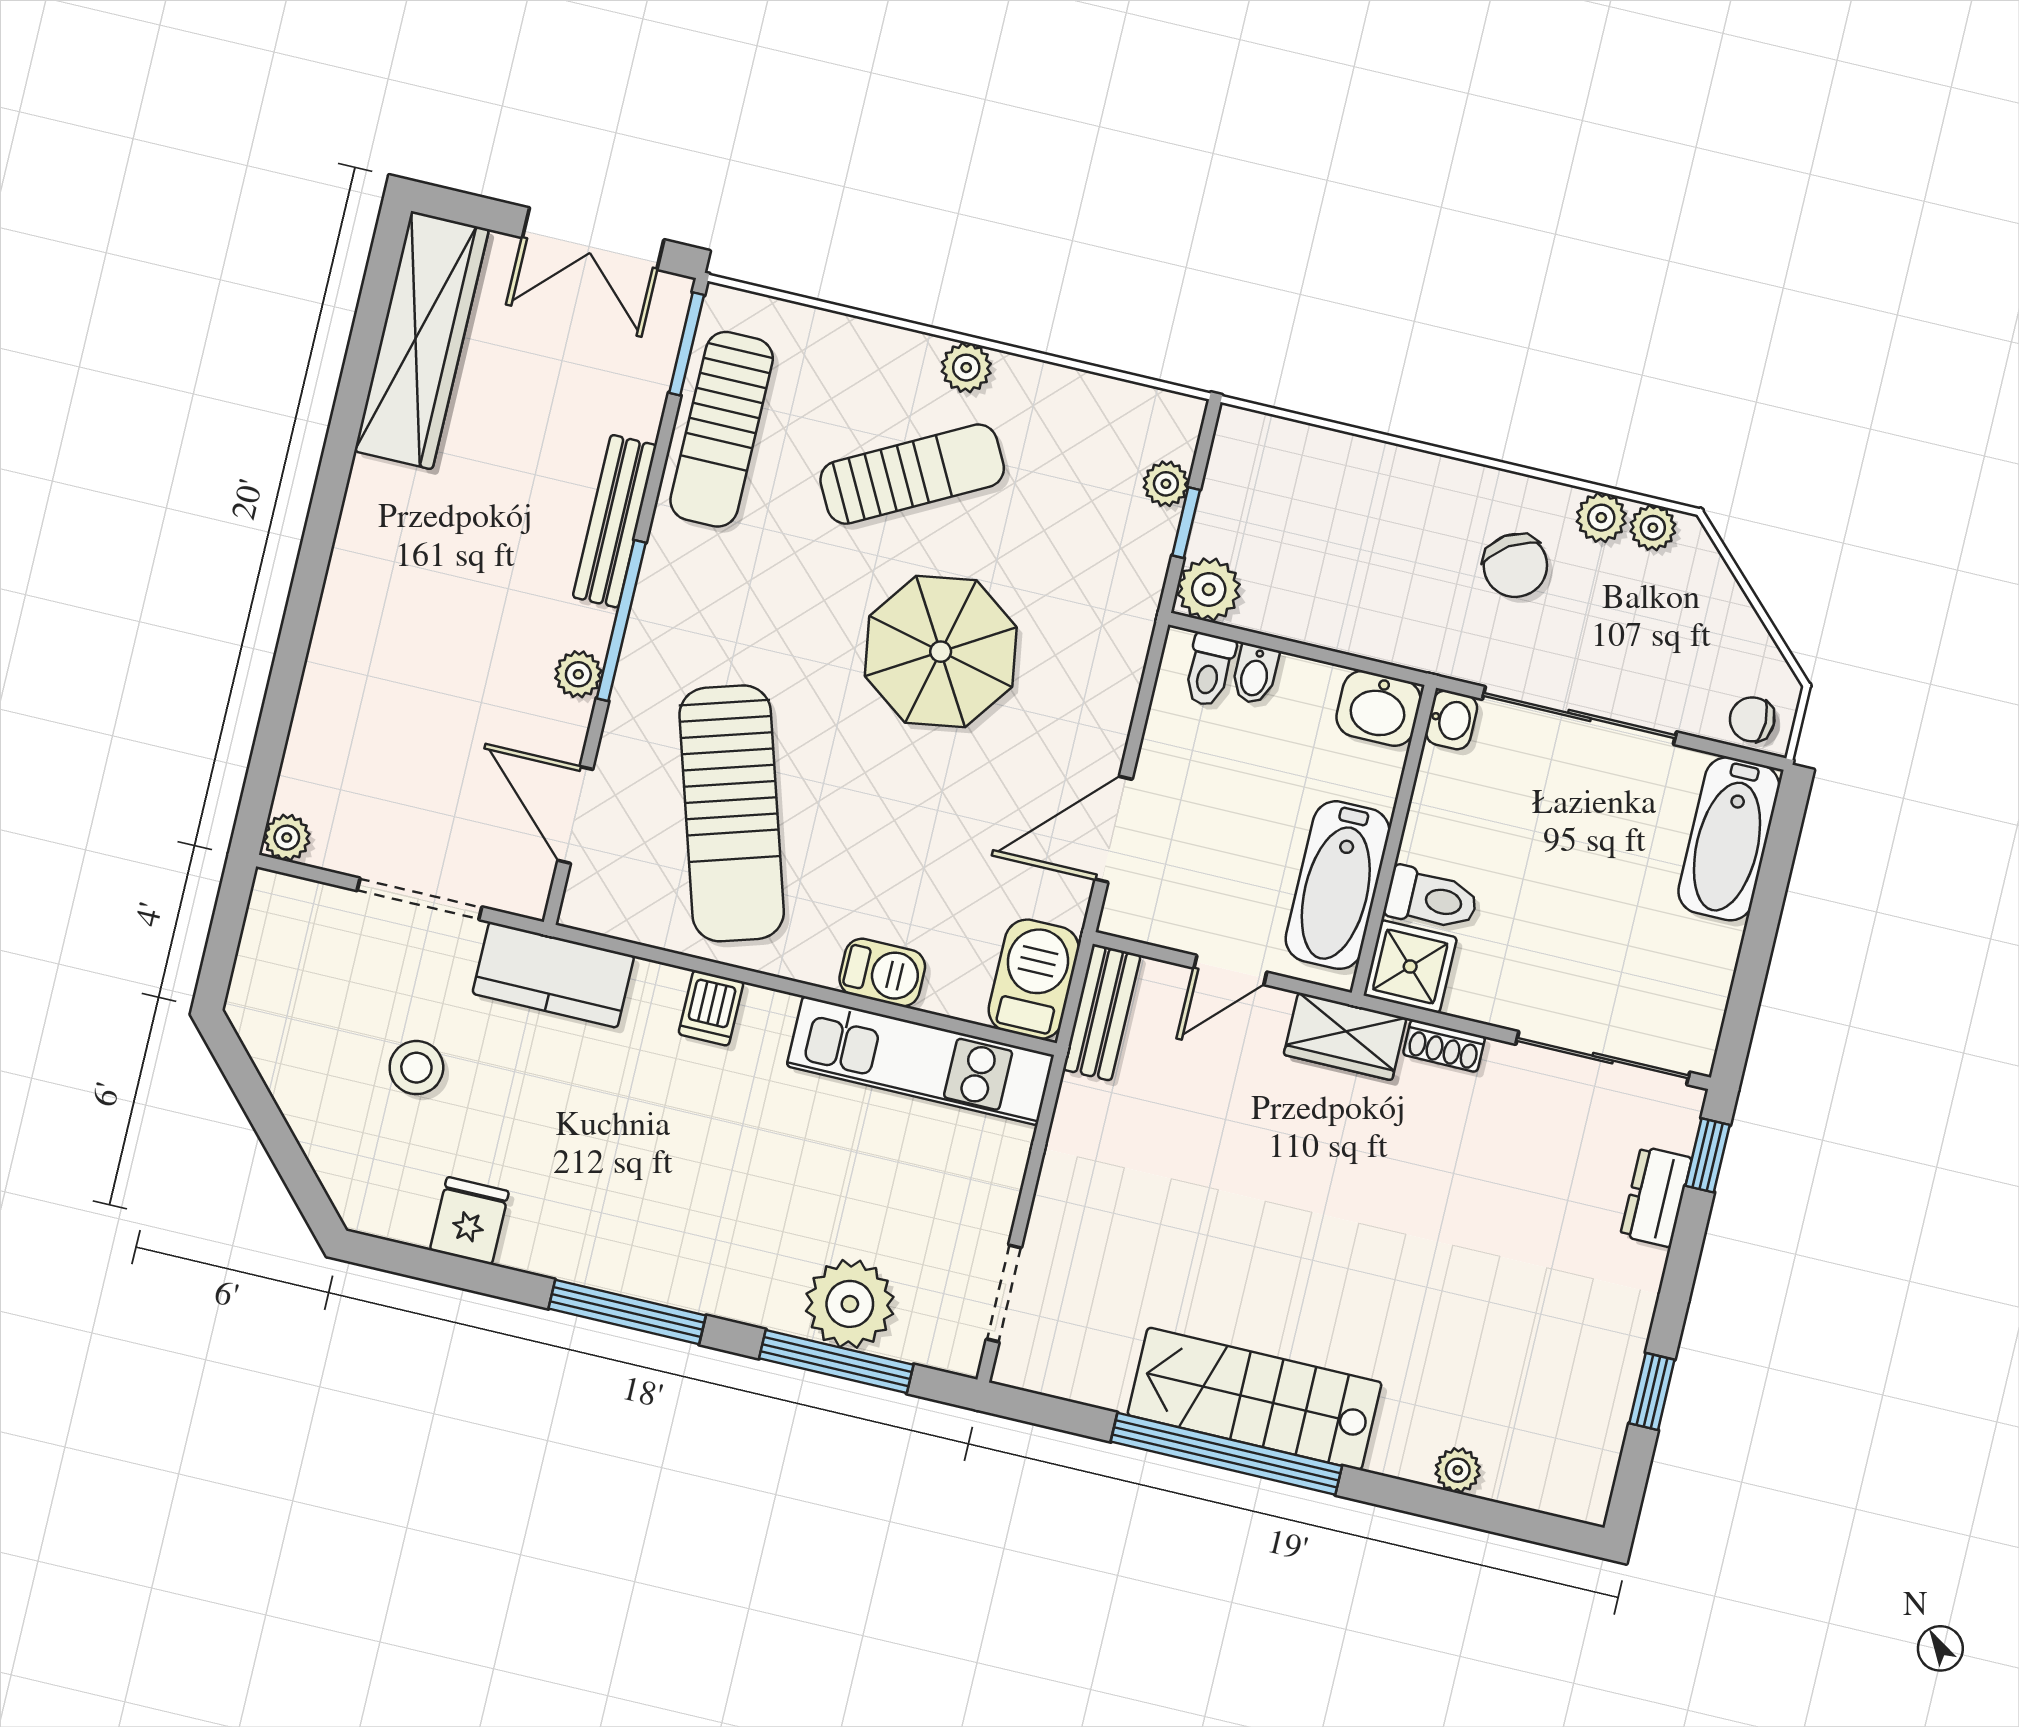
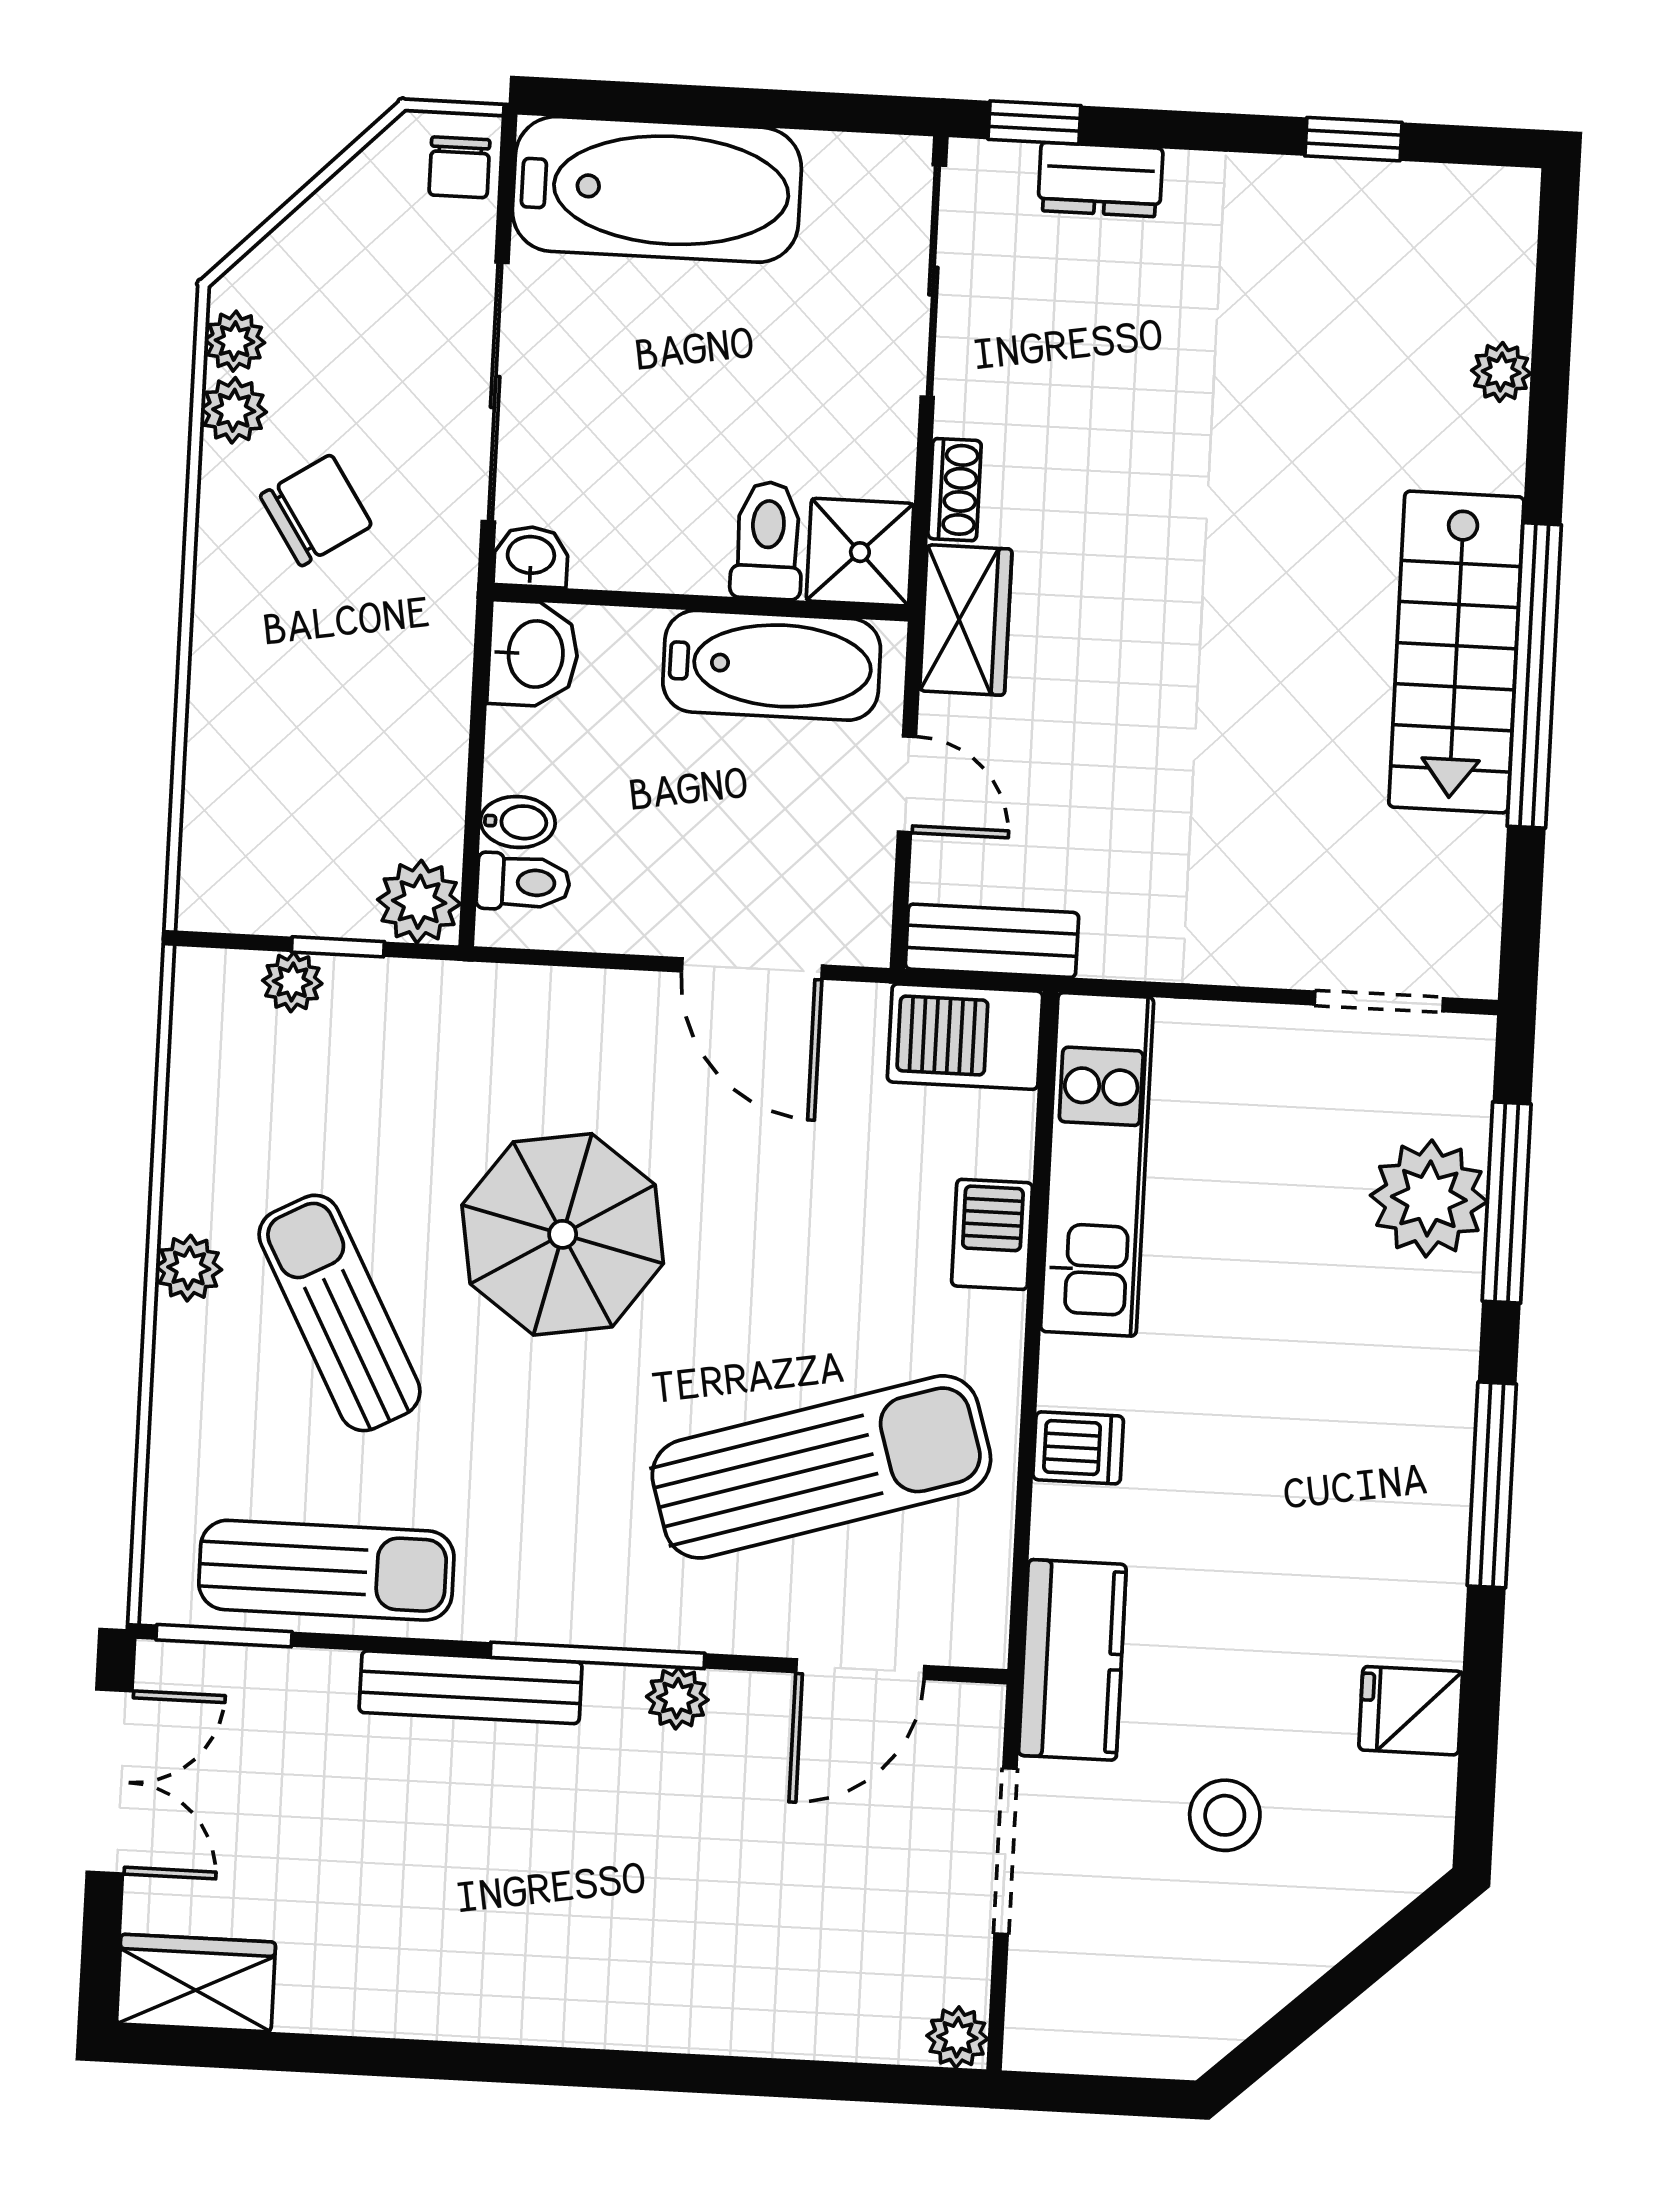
wardrobe: (422, 340) -> (196, 1983), width x0.48, depth x0.85
bathtub: (1729, 839) -> (657, 189), width x1.36, depth x1.36

